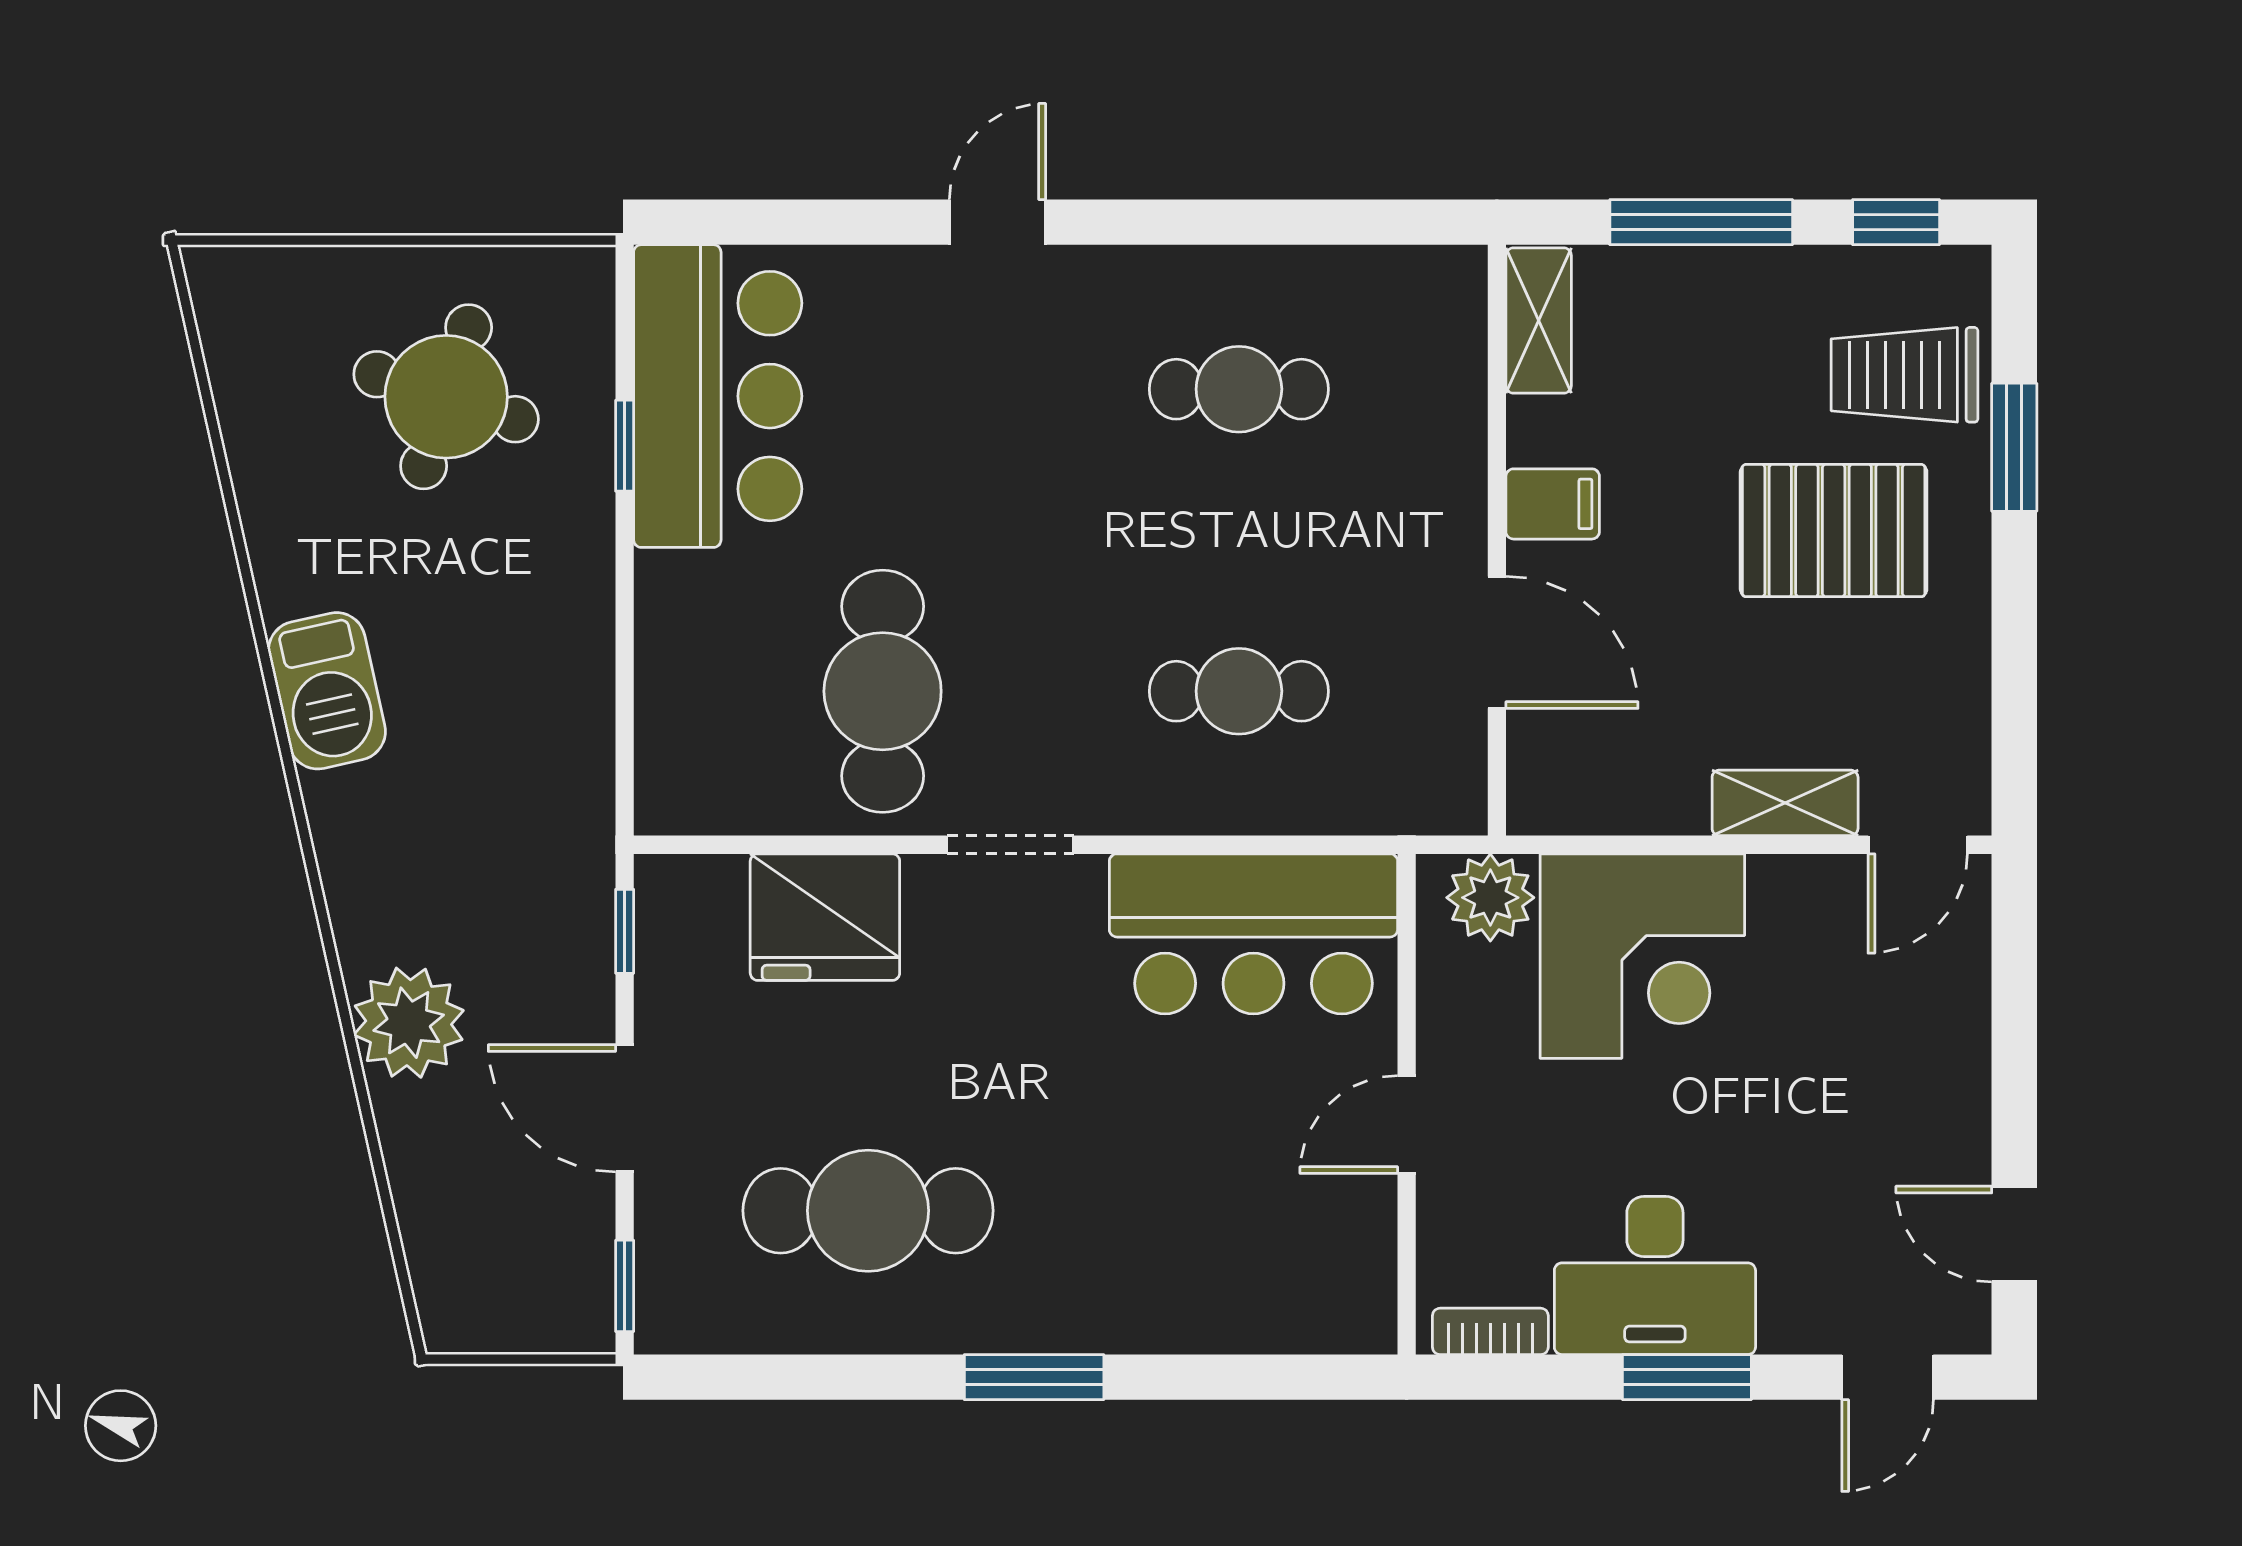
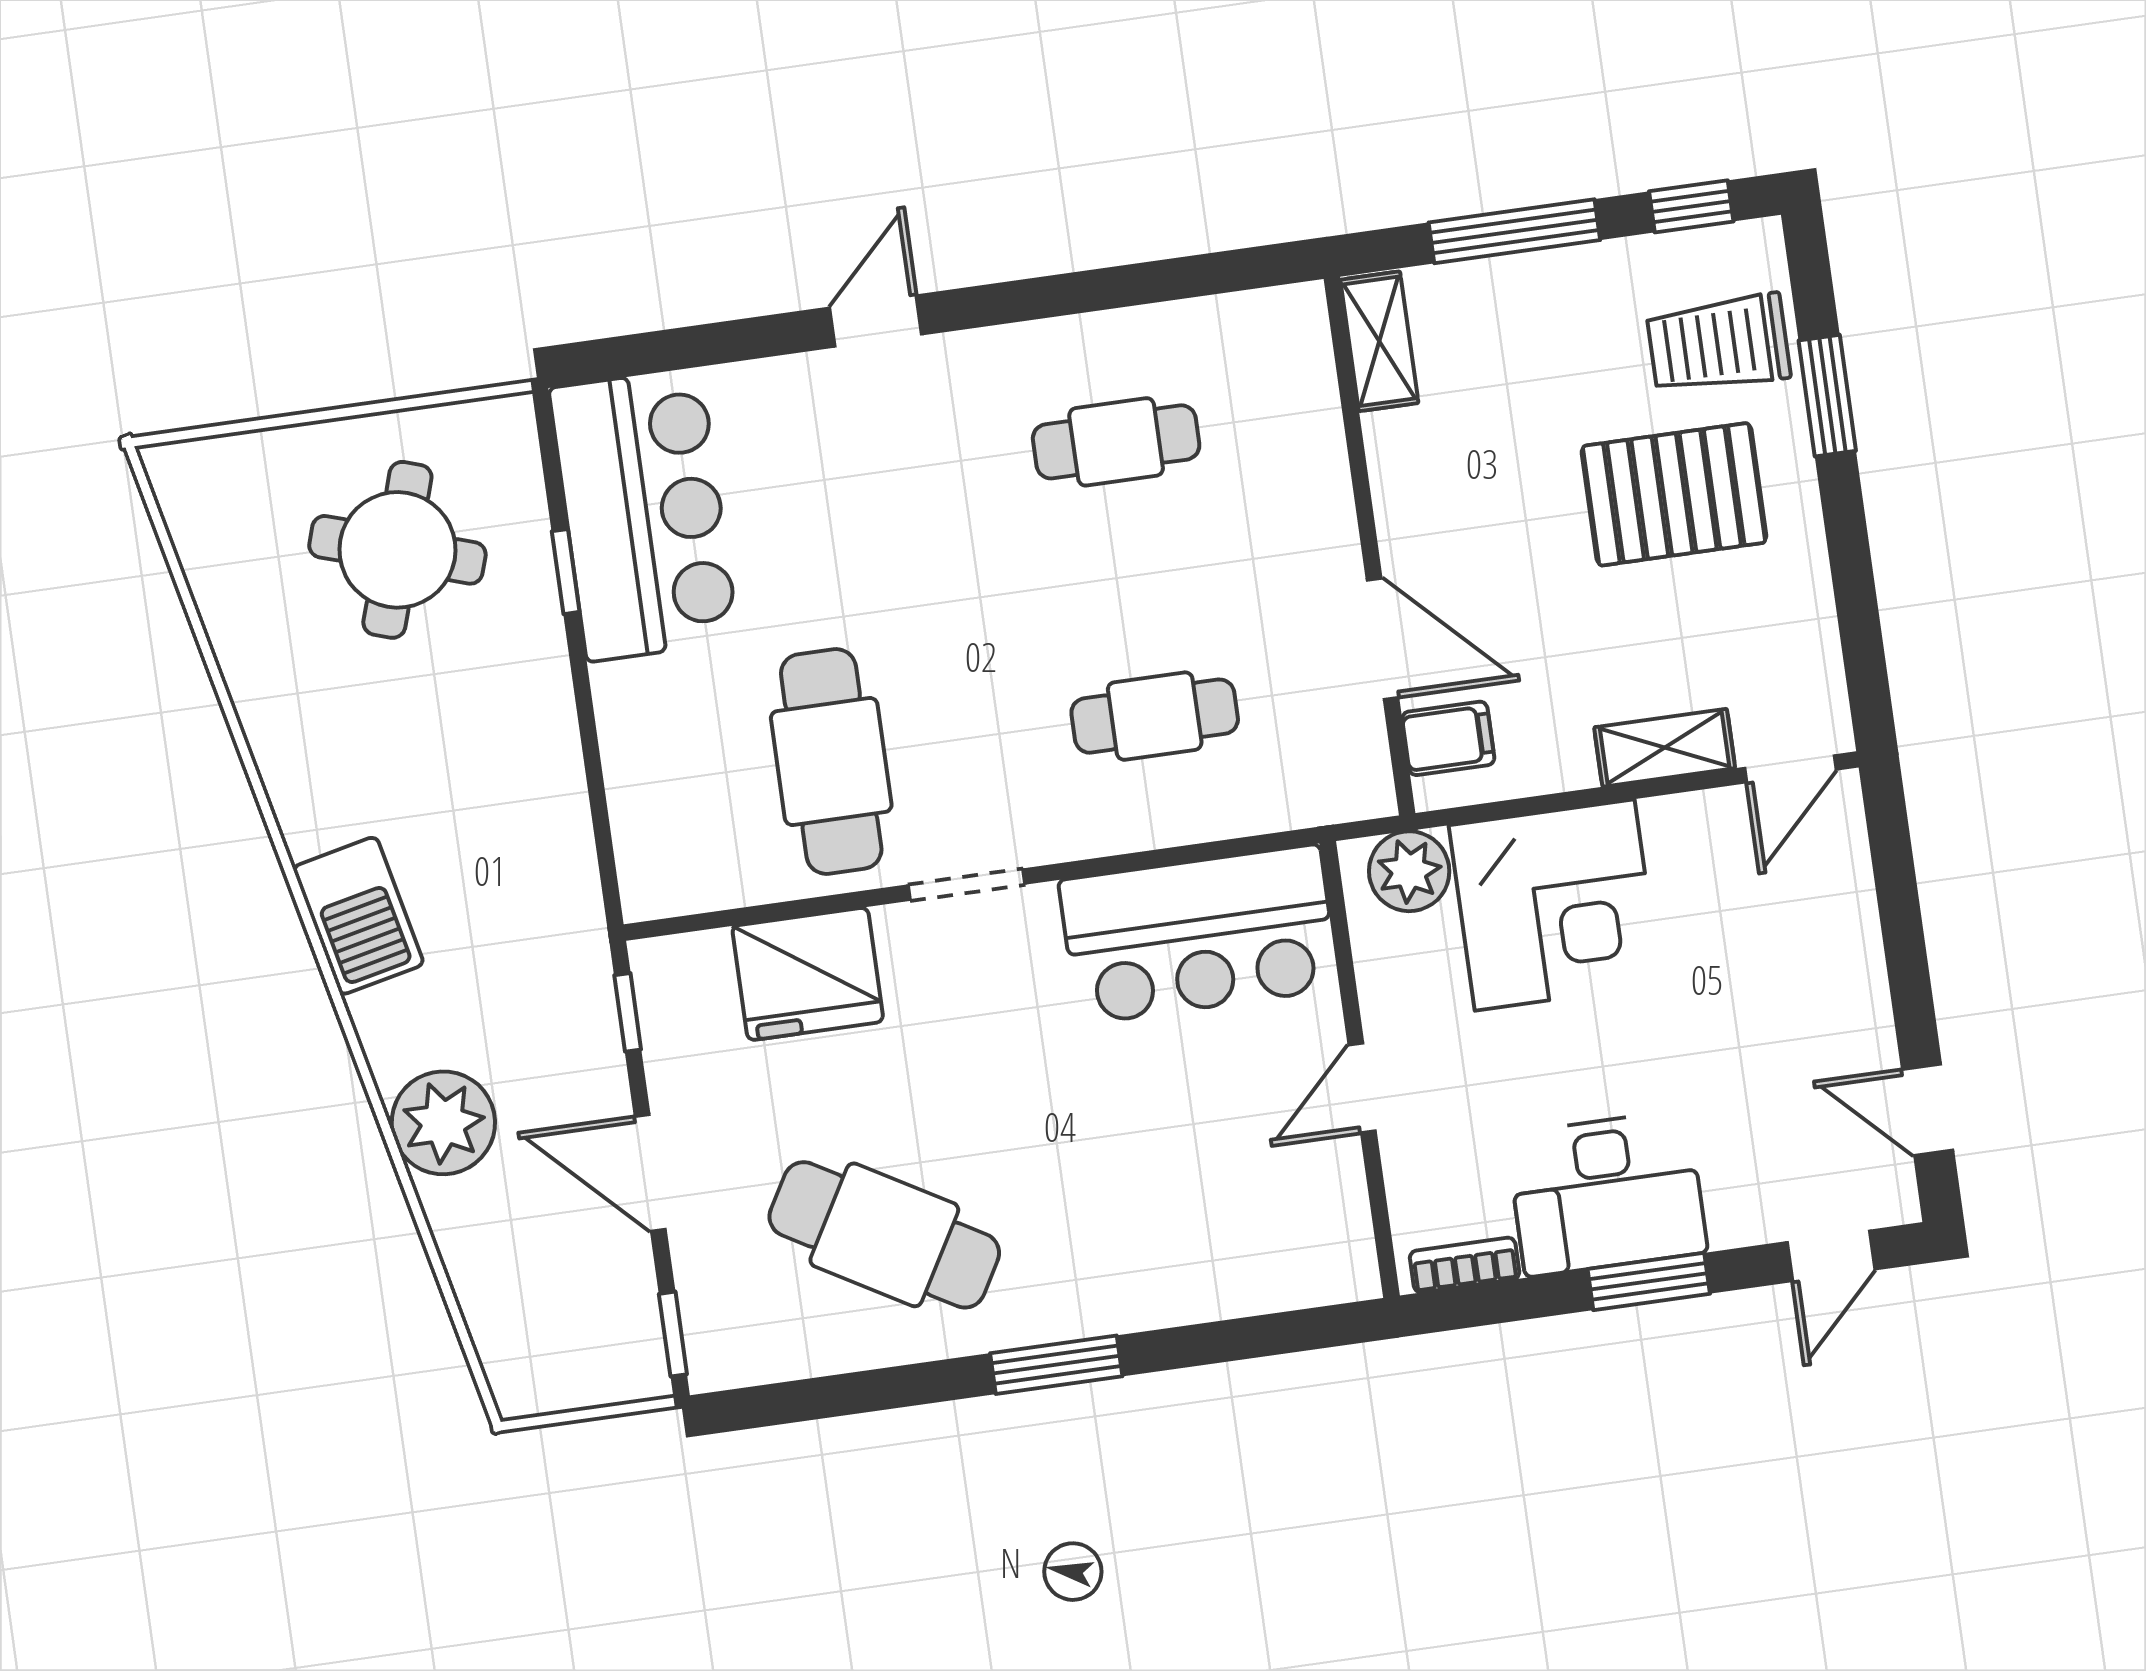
filing cabinet: (1553, 504) -> (1448, 738), moved
barbecue: (327, 691) -> (358, 916), moved
cafe table: (868, 1211) -> (884, 1235), turned 30

